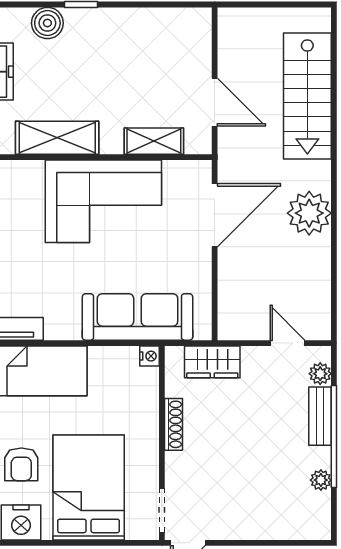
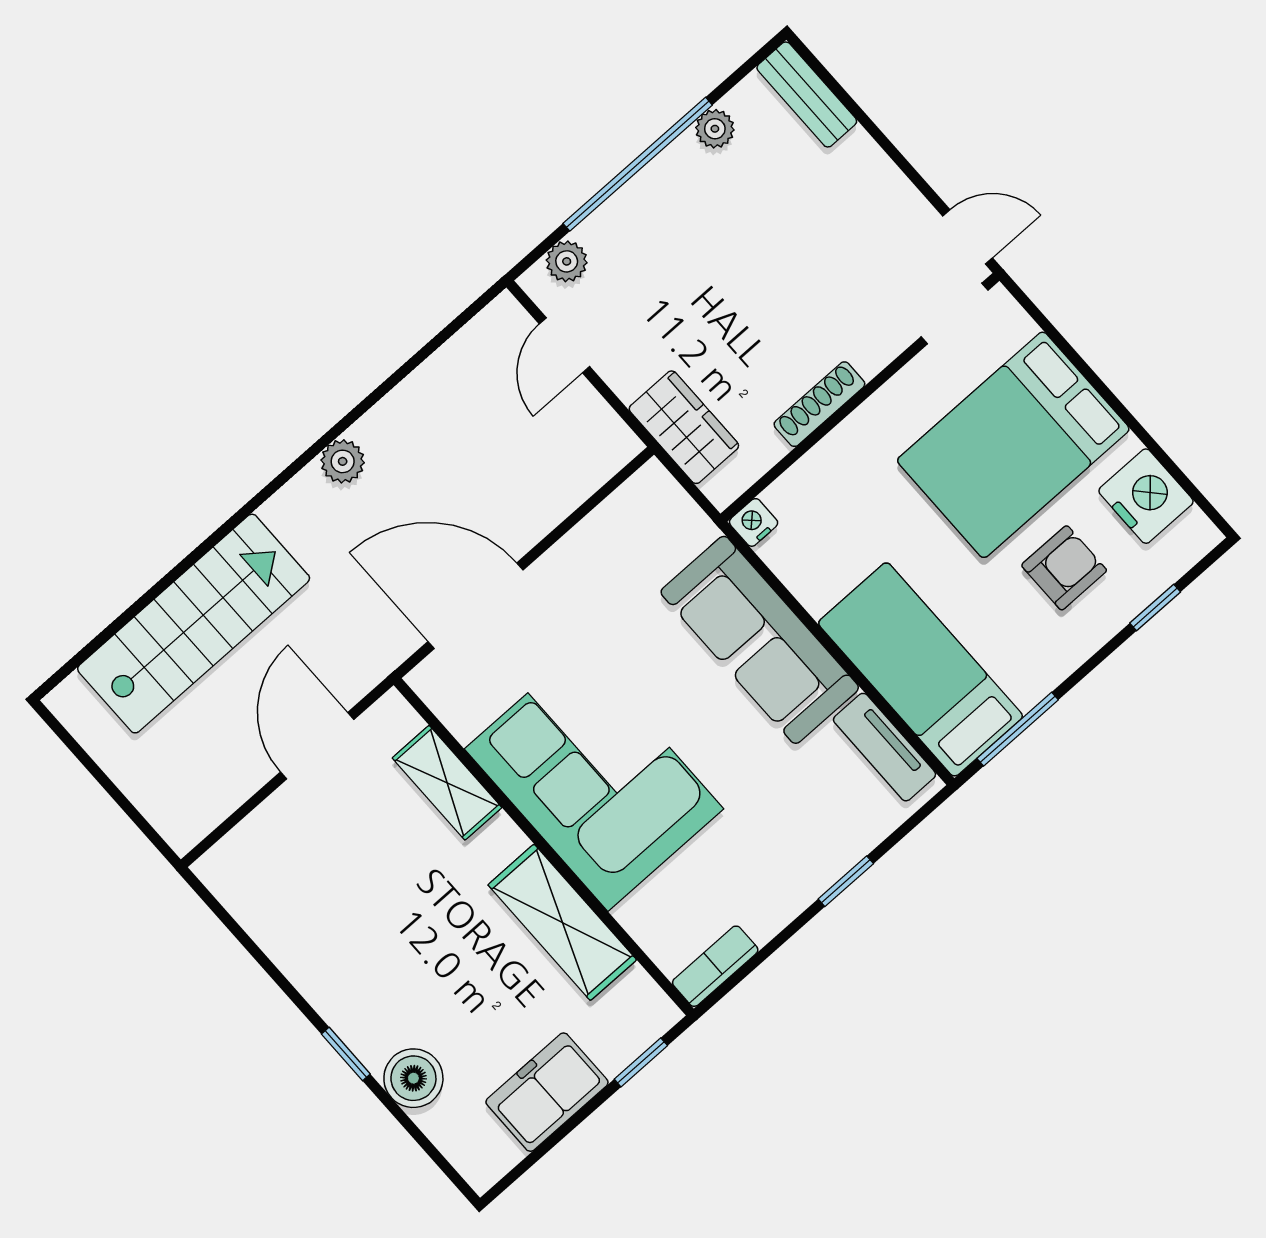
plant: (309, 213) -> (343, 461), width x0.53, depth x0.53
sofa: (137, 317) -> (760, 640), moved
bench: (320, 416) -> (807, 94), moved, turned 90

